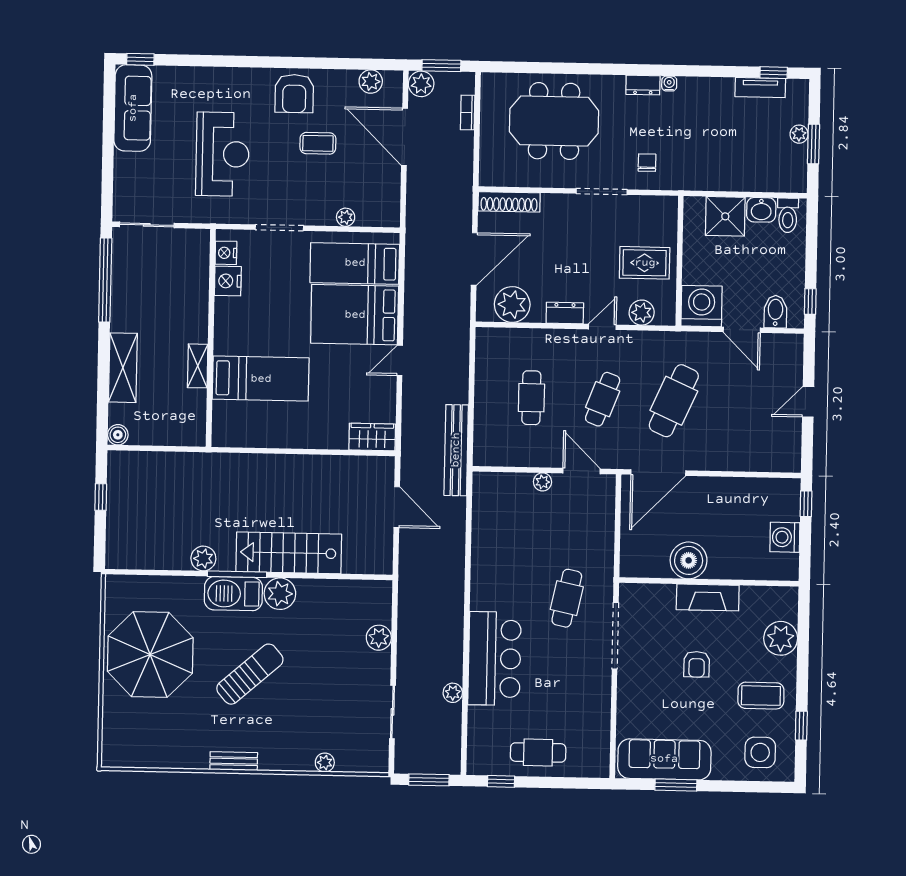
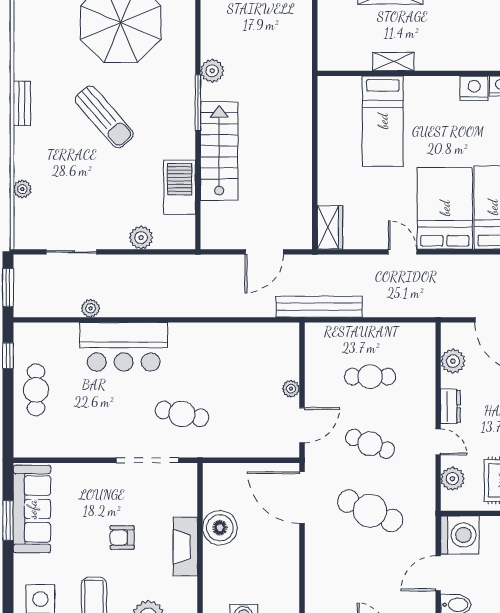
plant: (512, 305) -> (453, 361), width x0.73, depth x0.73
barbecue: (233, 594) -> (180, 187), moved
plant: (280, 594) -> (180, 144), removed

